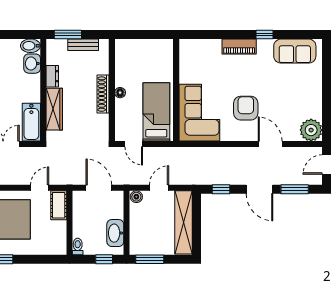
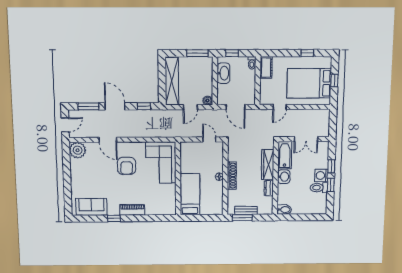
window: (68, 35) -> (242, 218), moved
washbasin: (32, 64) -> (284, 177), moved
bed: (156, 112) -> (190, 194), moved, turned 180
cot: (59, 205) -> (266, 68), moved

